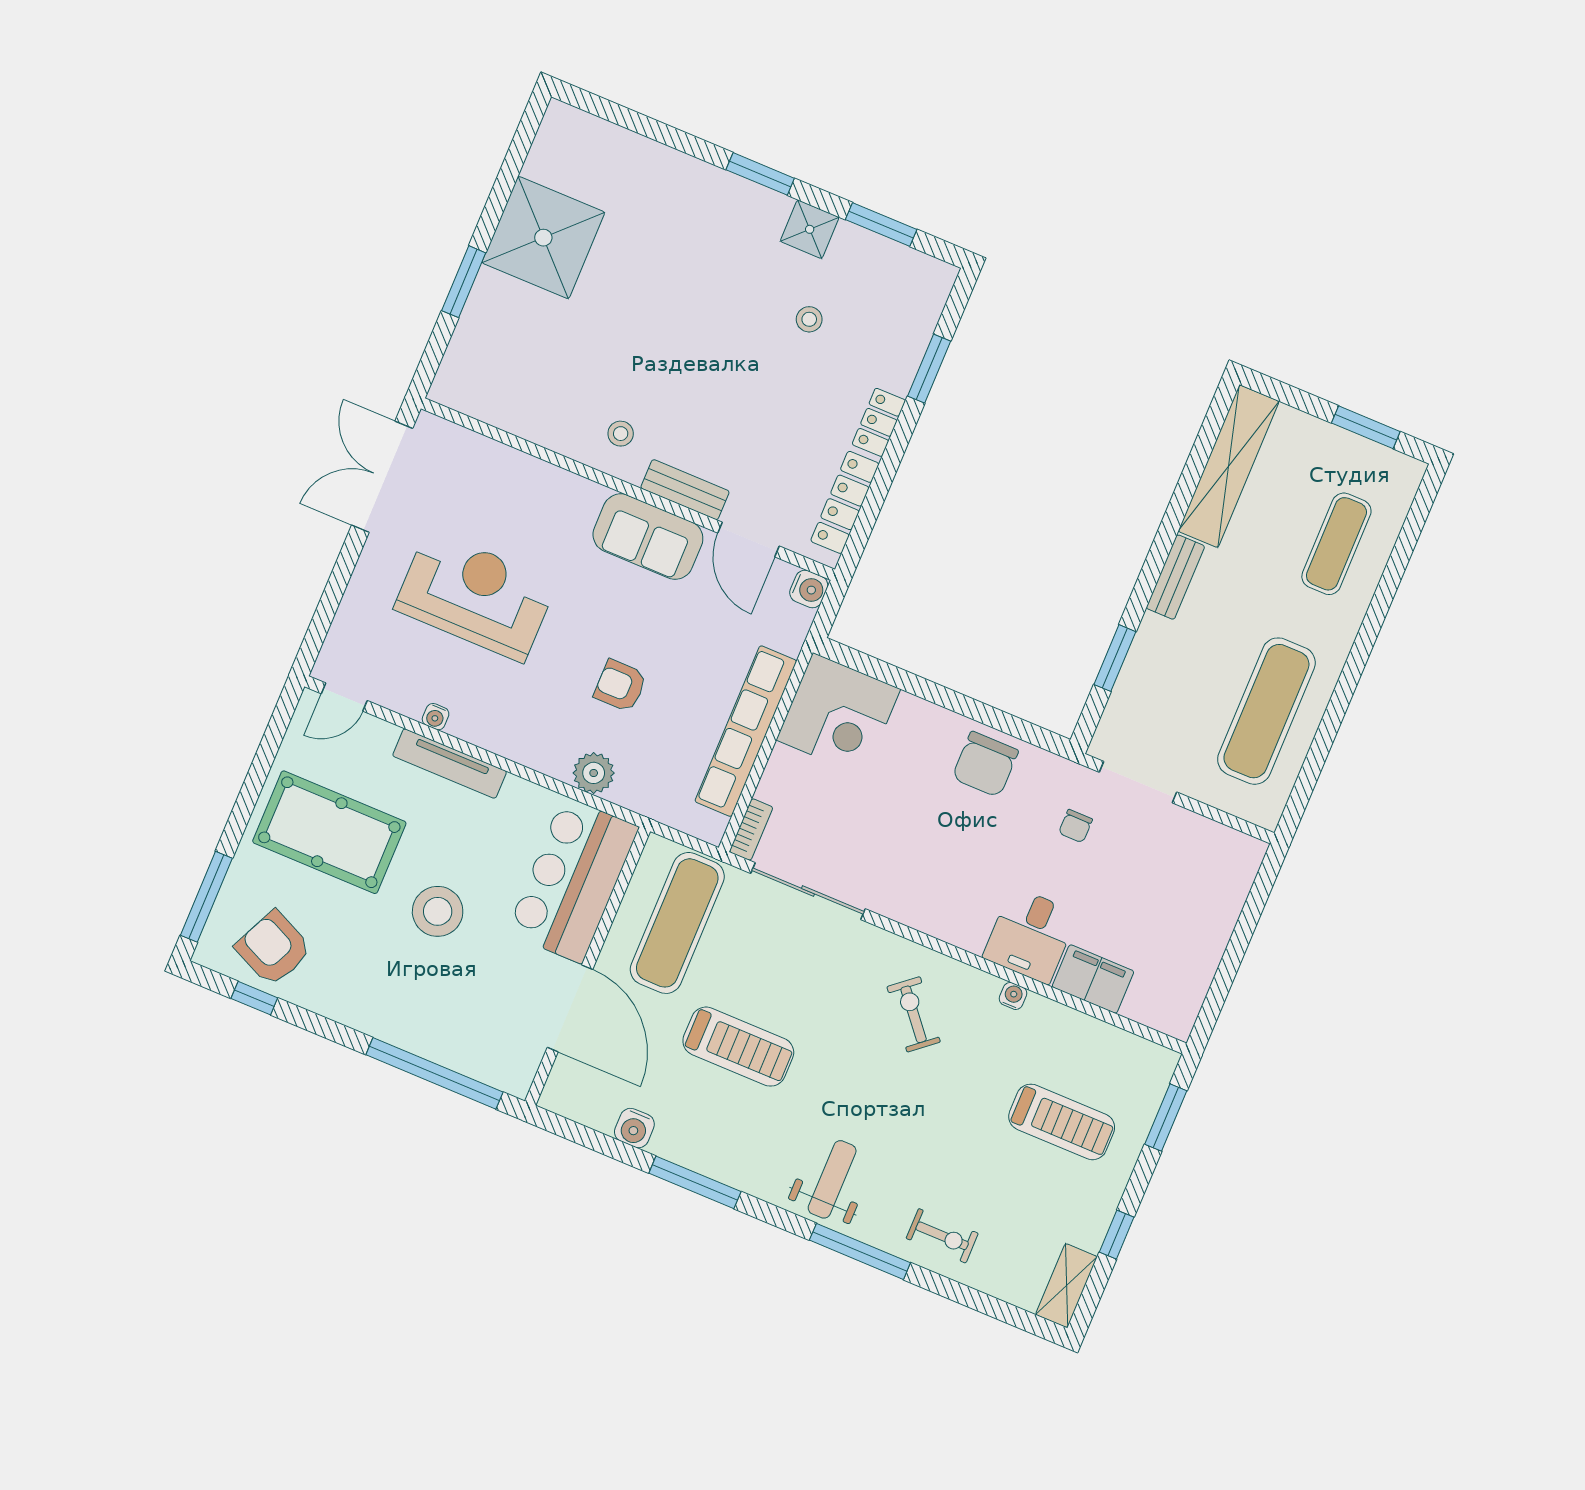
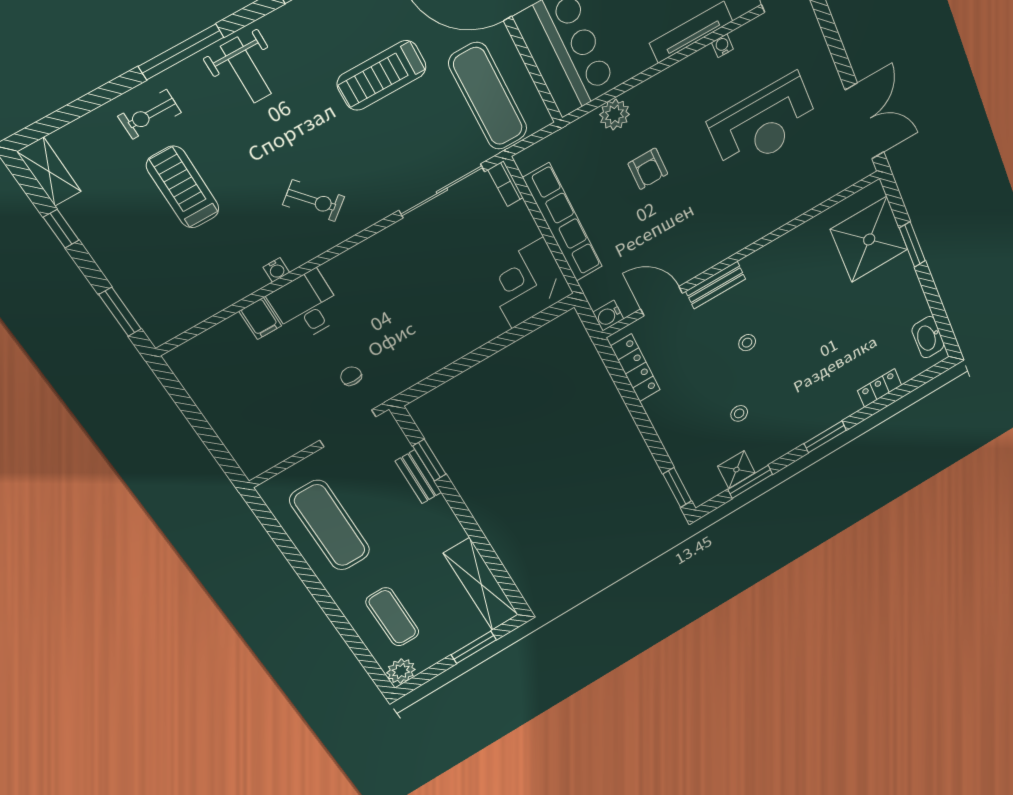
washbasin: (550, 151) -> (928, 337), added
shower: (810, 229) -> (736, 470), moved
shower: (543, 238) -> (869, 239), moved
window: (929, 369) -> (677, 487), moved
locker: (879, 422) -> (880, 388), moved, turned -90
window: (1366, 427) -> (474, 647), moved
stool: (621, 434) -> (747, 343), moved
plant: (1402, 475) -> (401, 671), added
sofa: (648, 537) -> (710, 246), removed
bench: (1175, 577) -> (418, 477), moved
armchair: (620, 686) -> (648, 169), turned 90
chair: (985, 764) -> (430, 348), removed
filing cabinet: (1093, 979) -> (260, 319), width x0.50
treadmill: (1062, 1122) -> (183, 187), moved, turned 90

